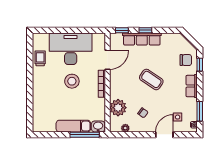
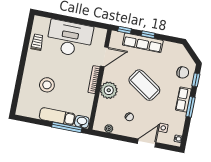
coffee table: (151, 79) -> (144, 85), width x1.36, depth x1.32
stool: (72, 81) -> (47, 85), moved
plant: (118, 108) -> (109, 90), moved
window: (200, 111) -> (191, 107), moved

